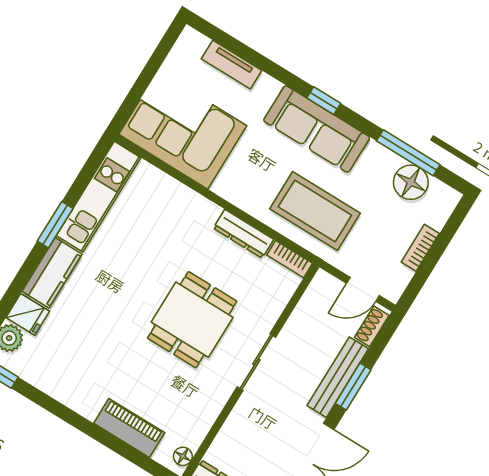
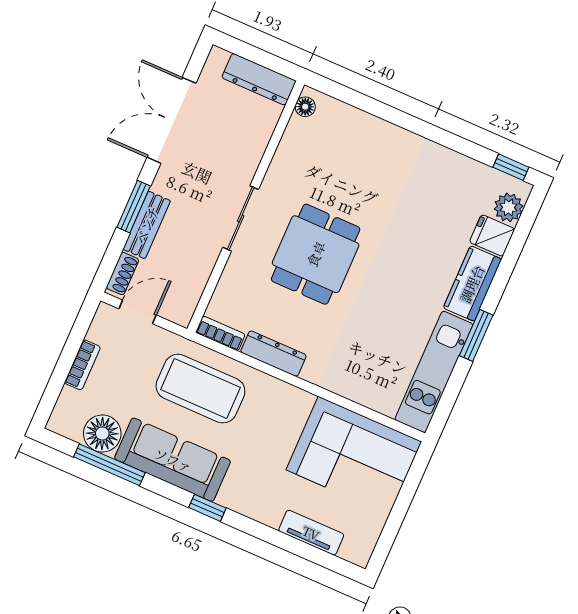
sofa: (317, 129) -> (173, 460), moved
bench: (338, 377) -> (147, 225), width x0.73
piano: (129, 428) -> (367, 129), removed

